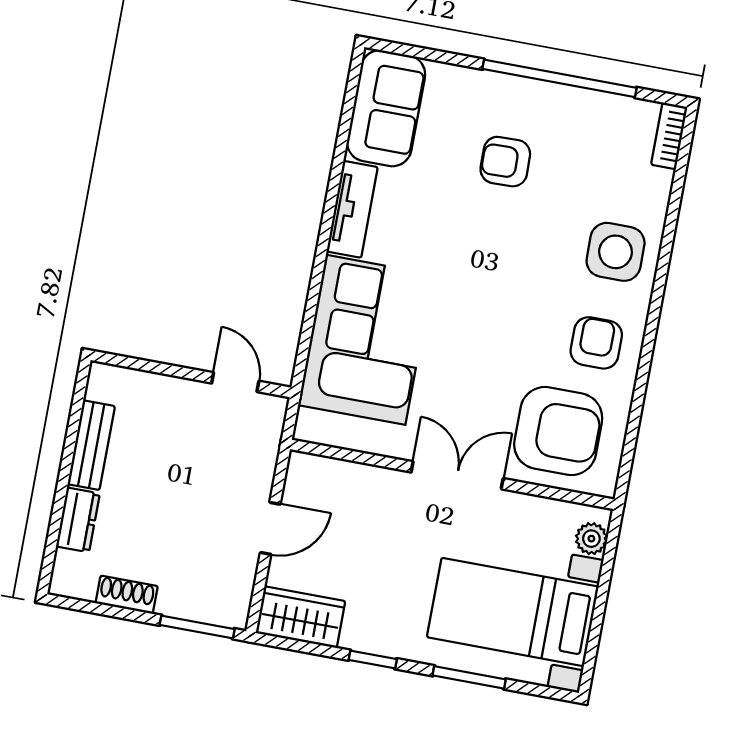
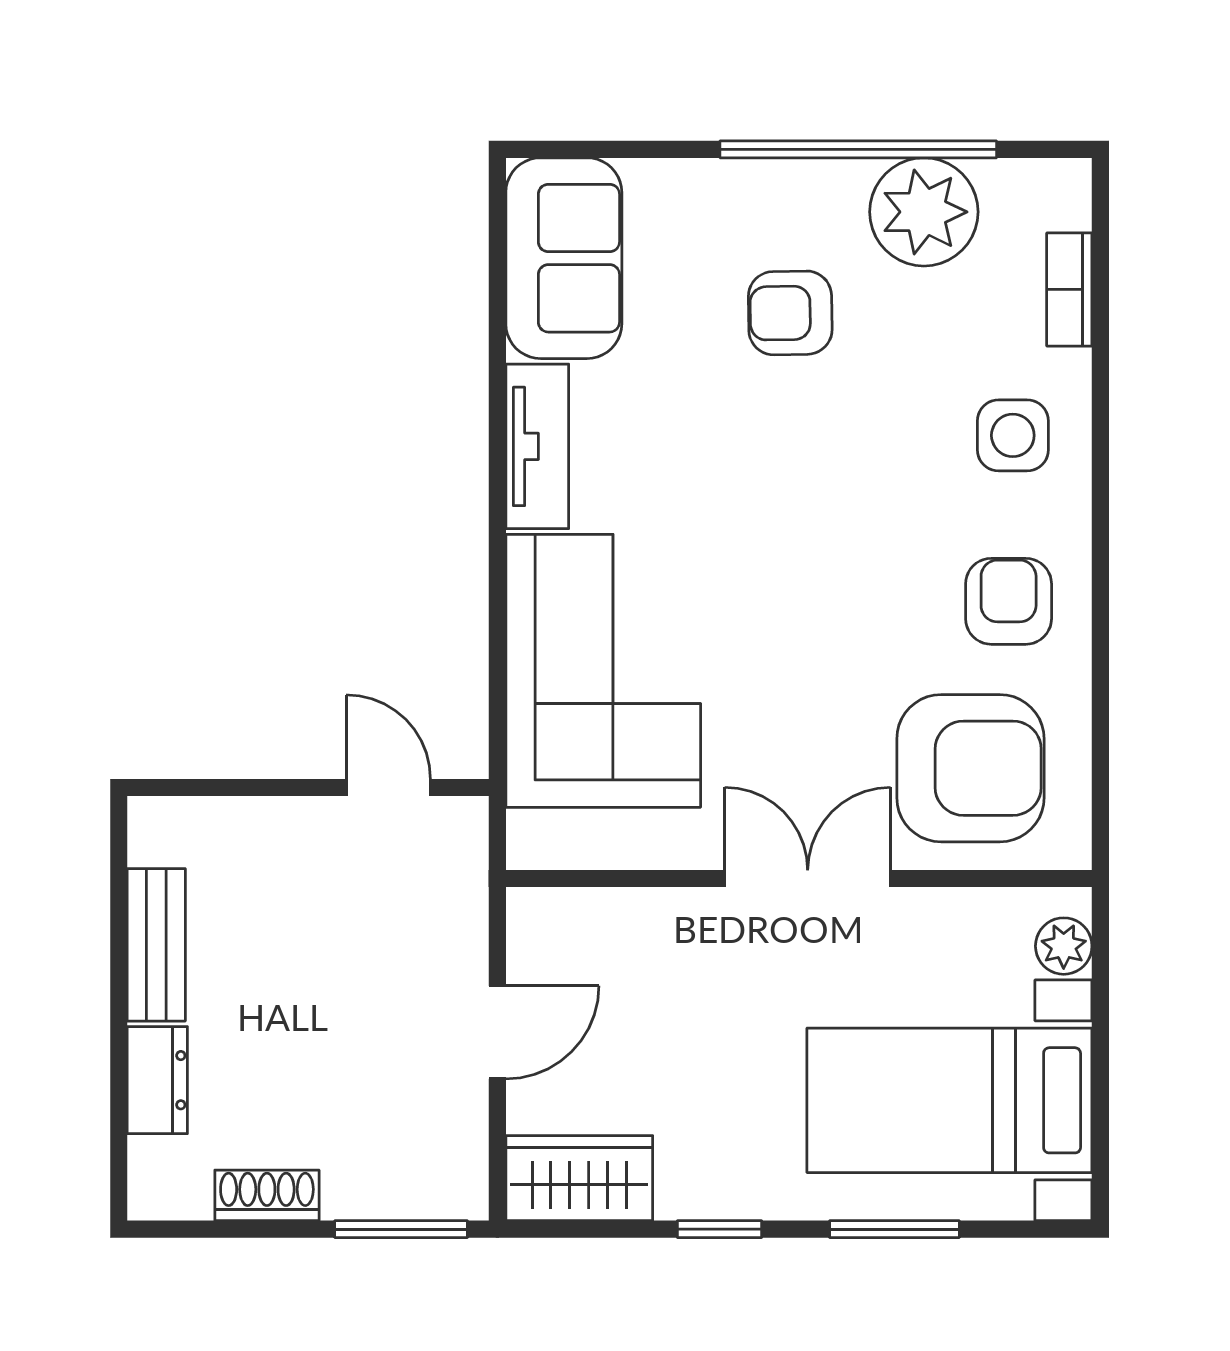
plant: (589, 120) -> (924, 212), added
bookcase: (669, 136) -> (1069, 289), moved
side table: (616, 252) -> (1013, 435), width x0.73, depth x0.73

